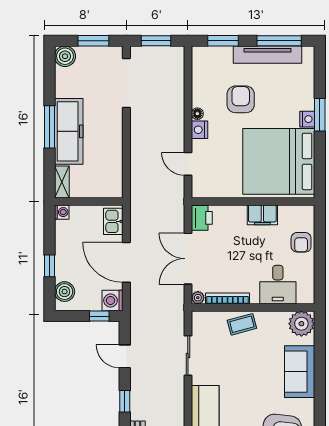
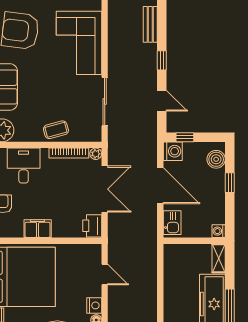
sliding door: (188, 356) -> (105, 102), width x1.37

